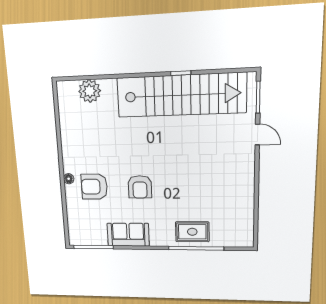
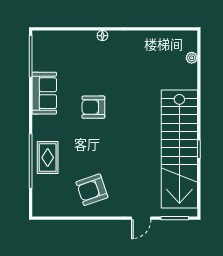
plant: (90, 91) -> (192, 58), width x0.53, depth x0.53
armchair: (94, 187) -> (92, 190), moved, turned -109

